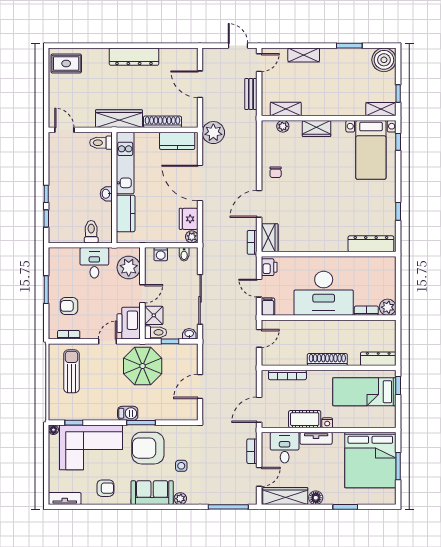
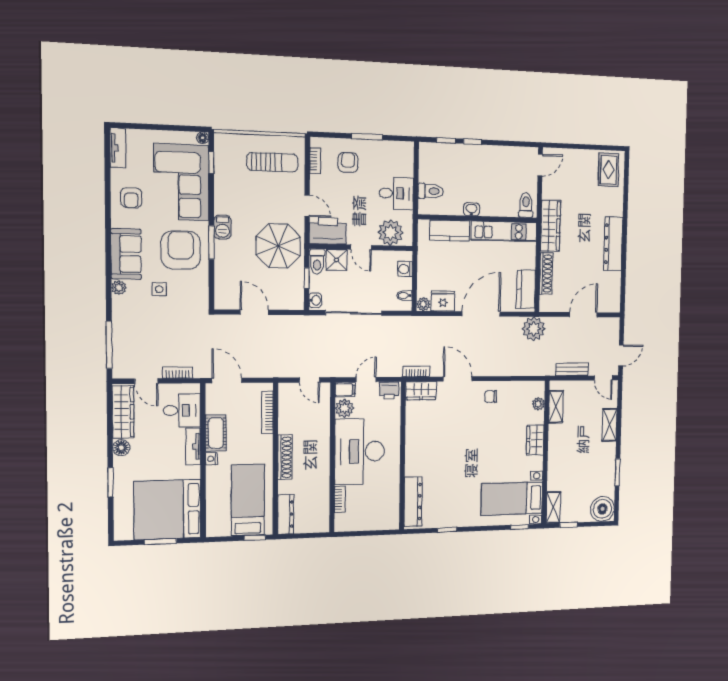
plant: (388, 307) -> (344, 408), moved

